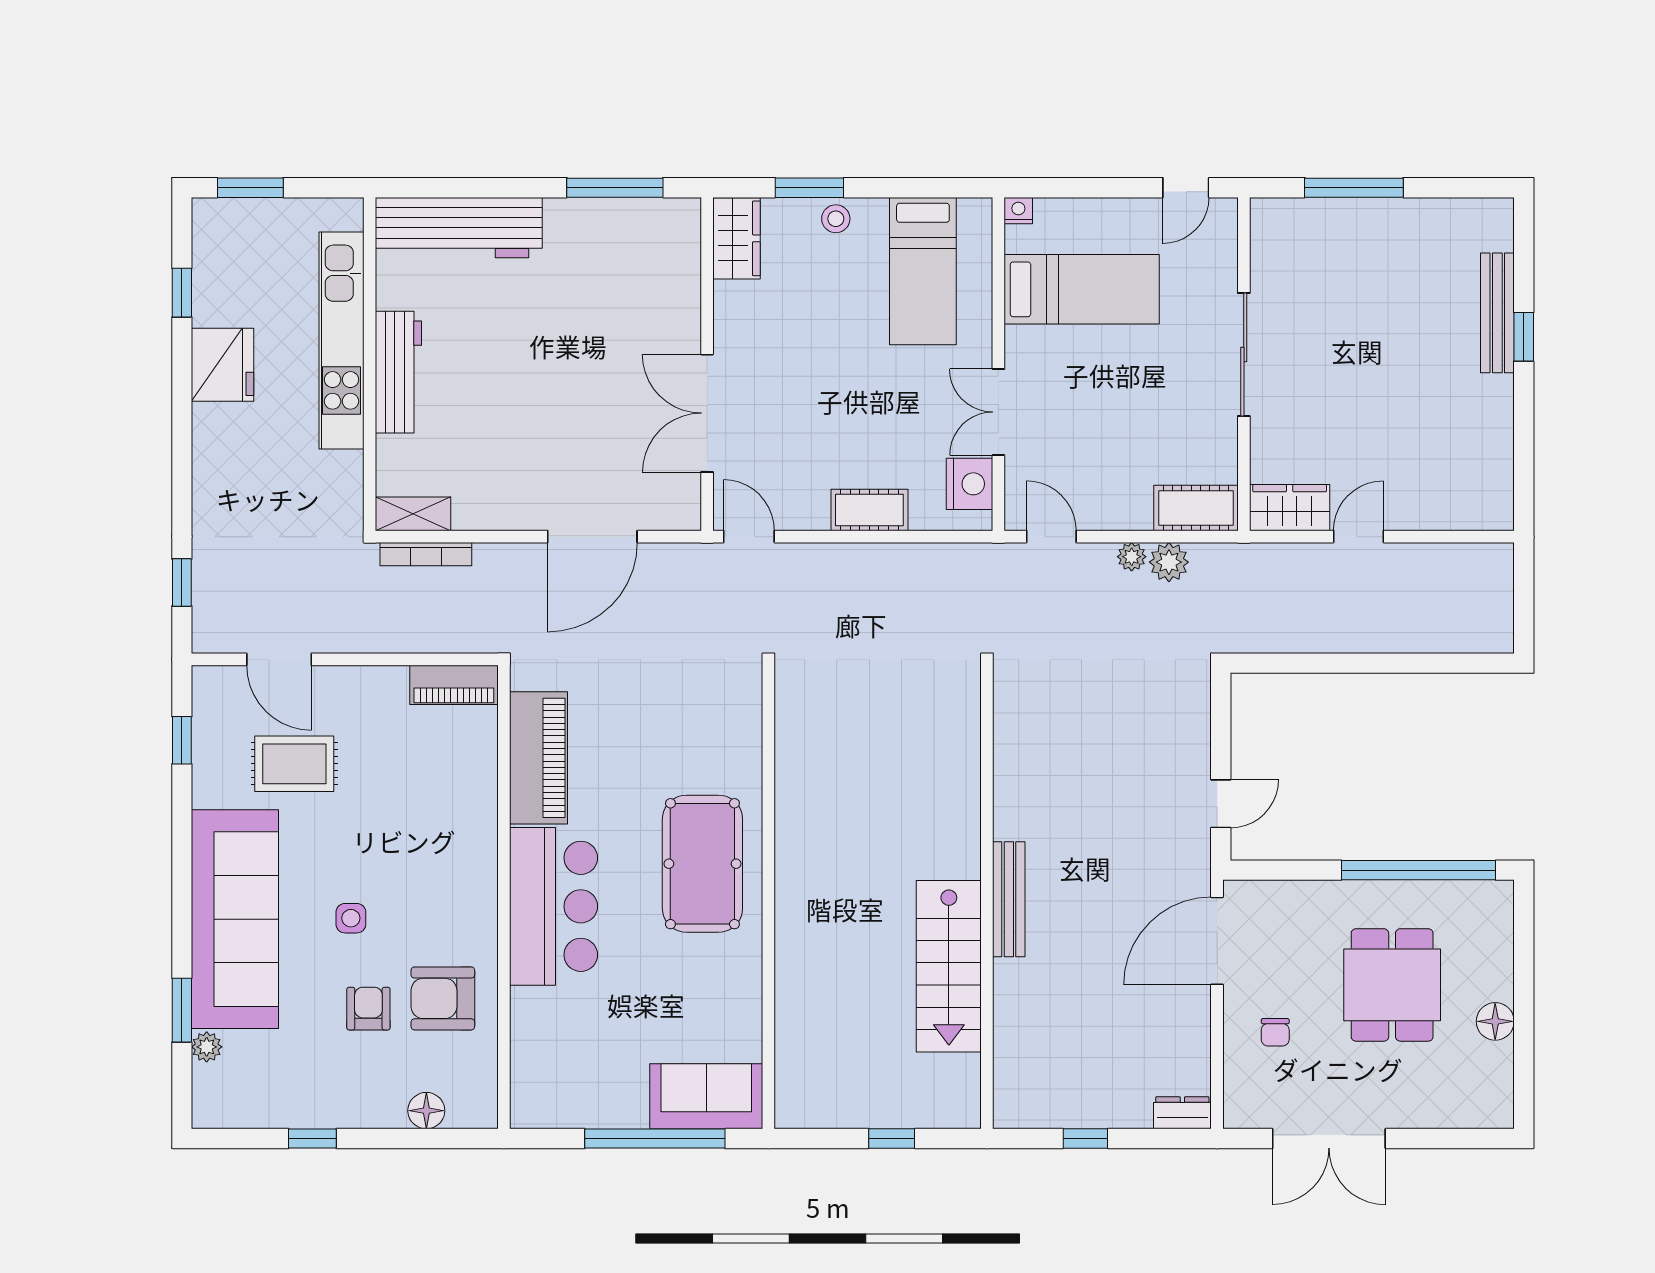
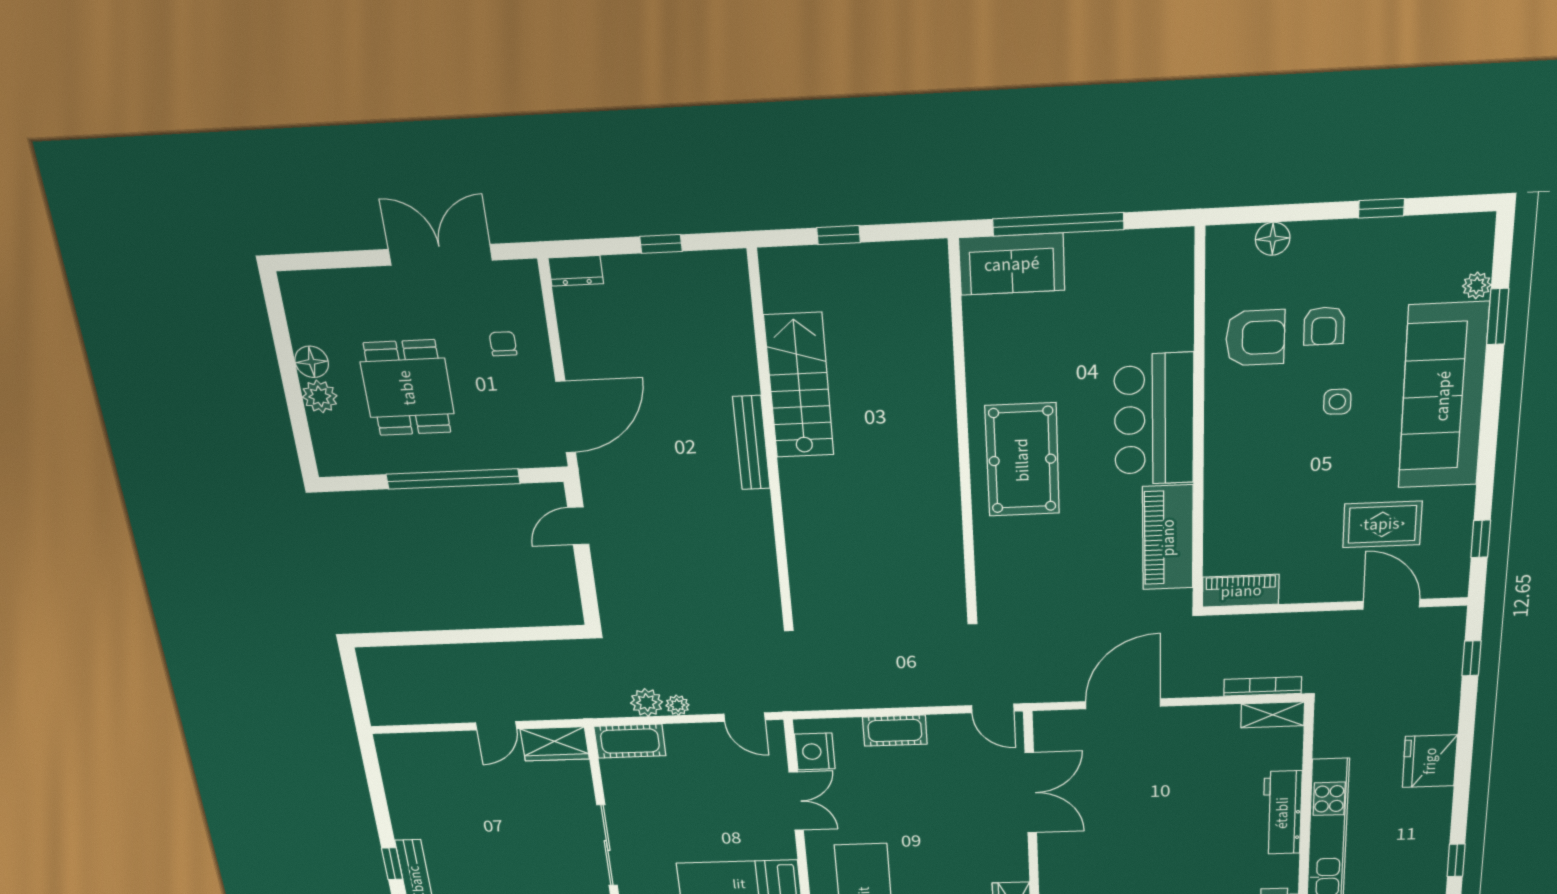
fridge: (222, 365) -> (1430, 761), moved
window: (1419, 870) -> (453, 479), moved
plant: (1494, 979) -> (320, 396), added

